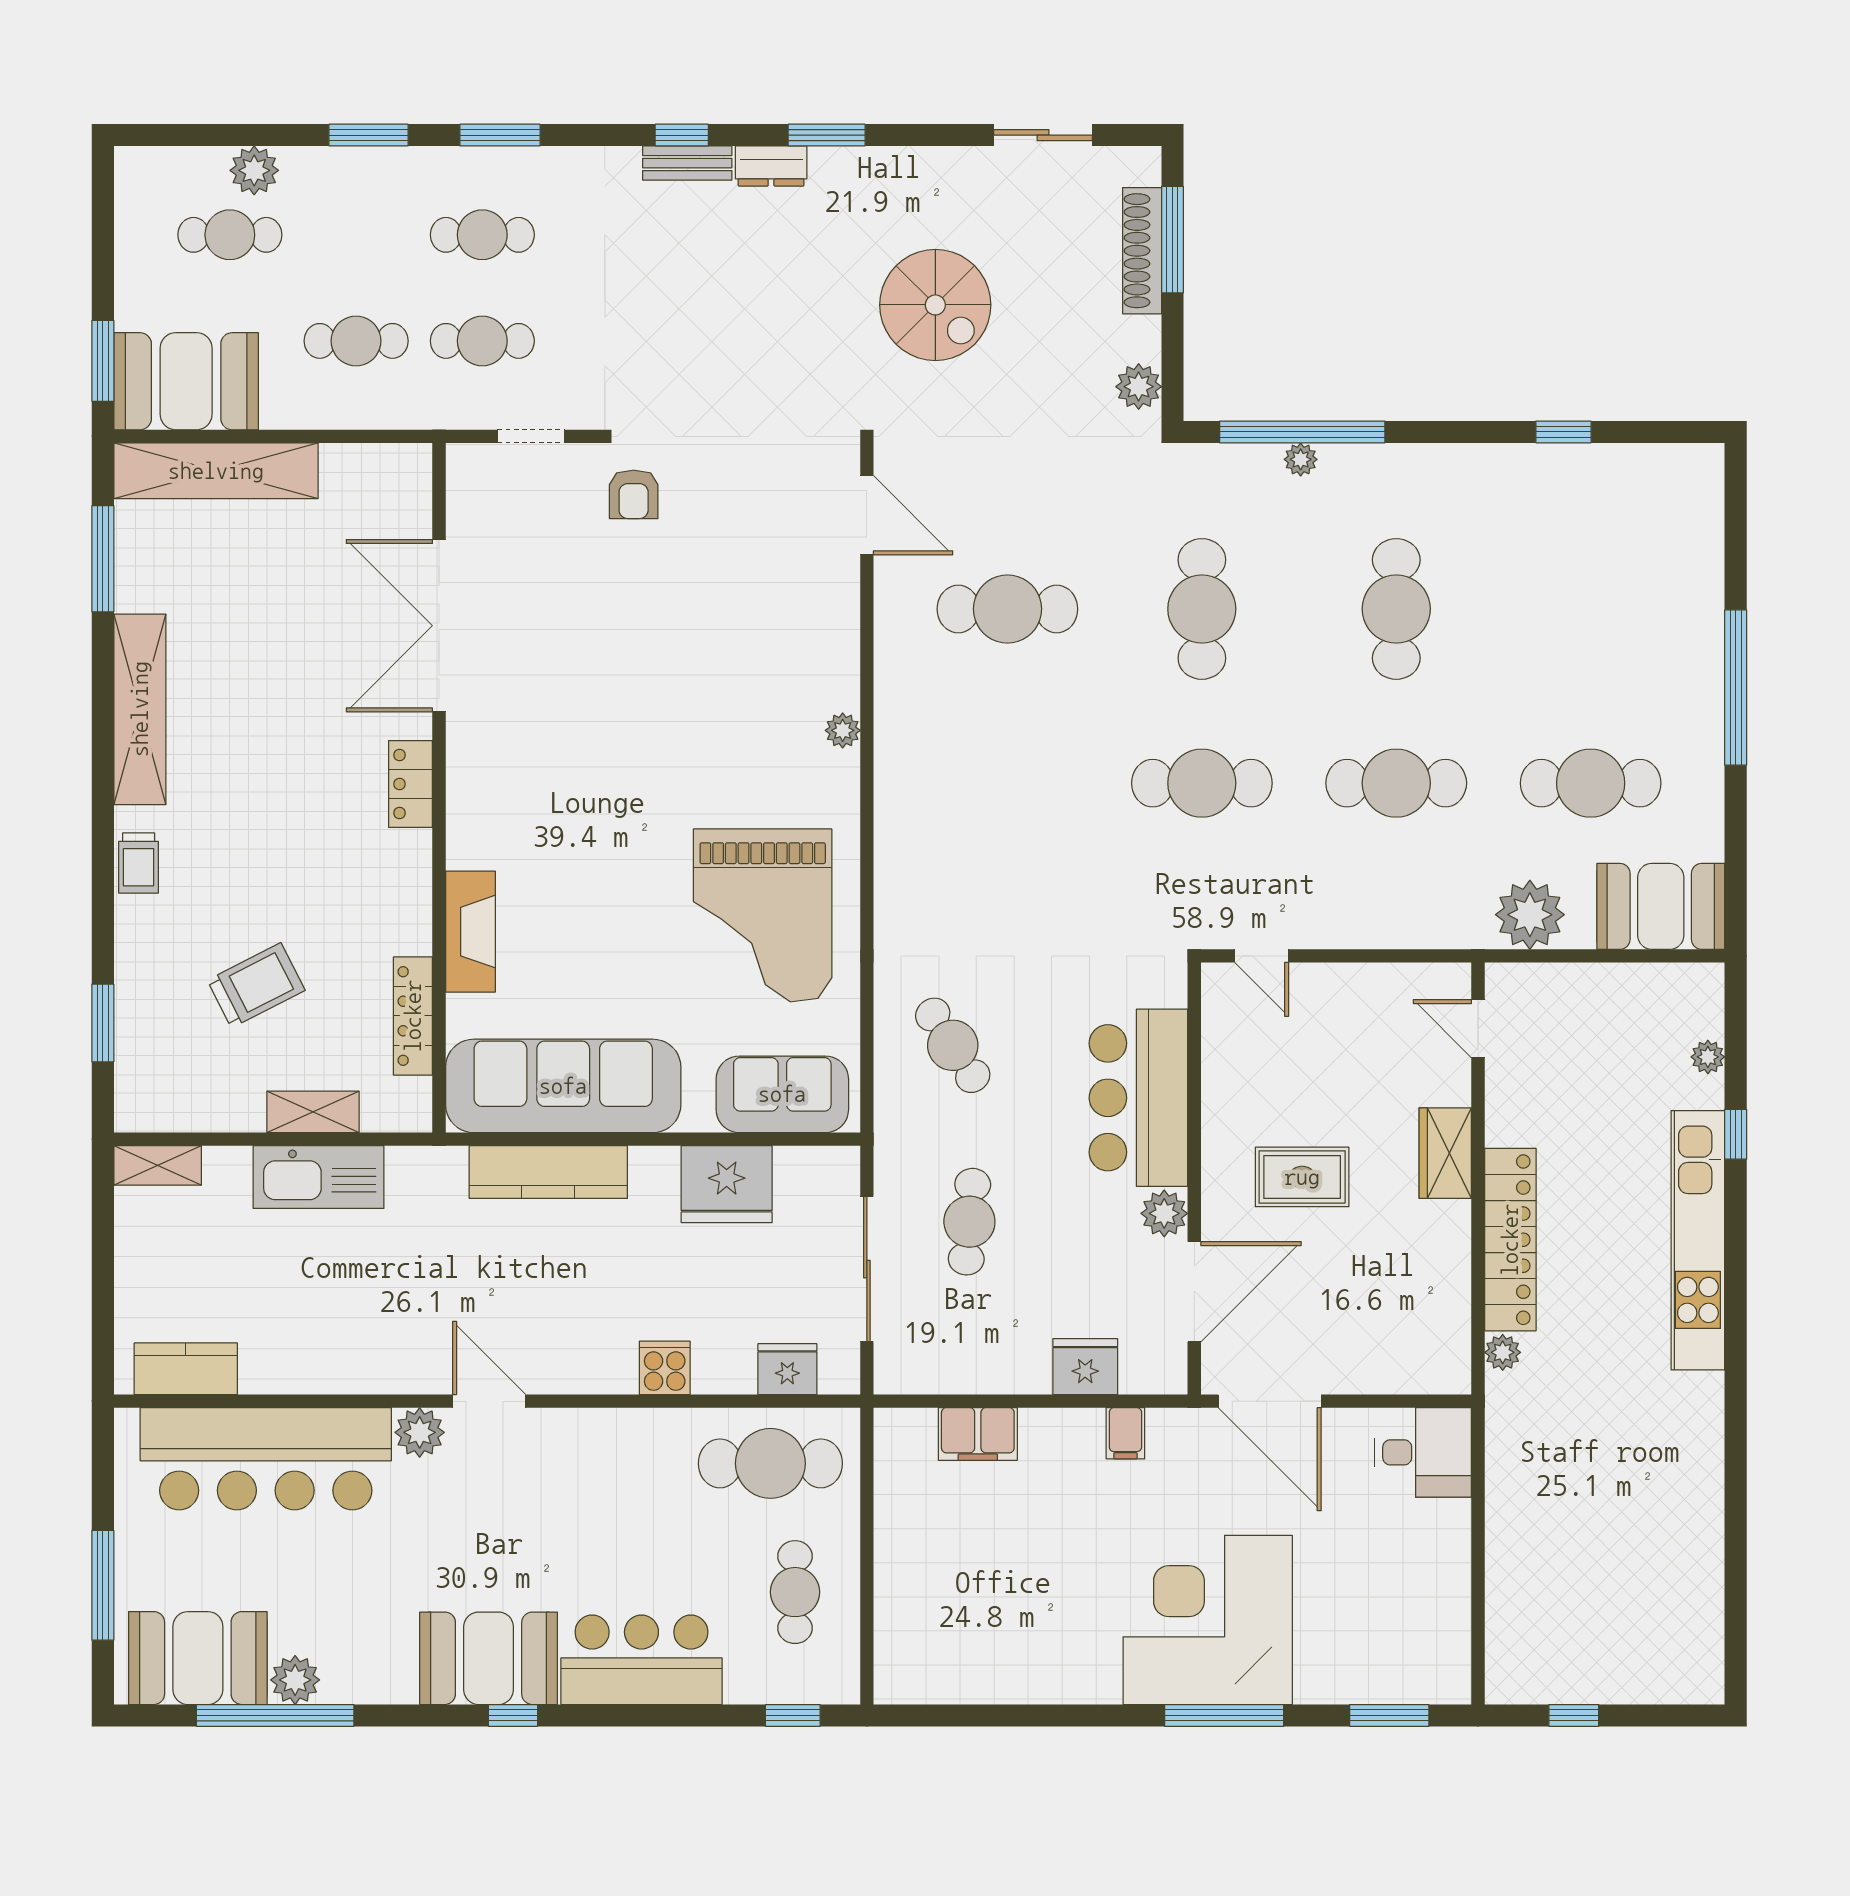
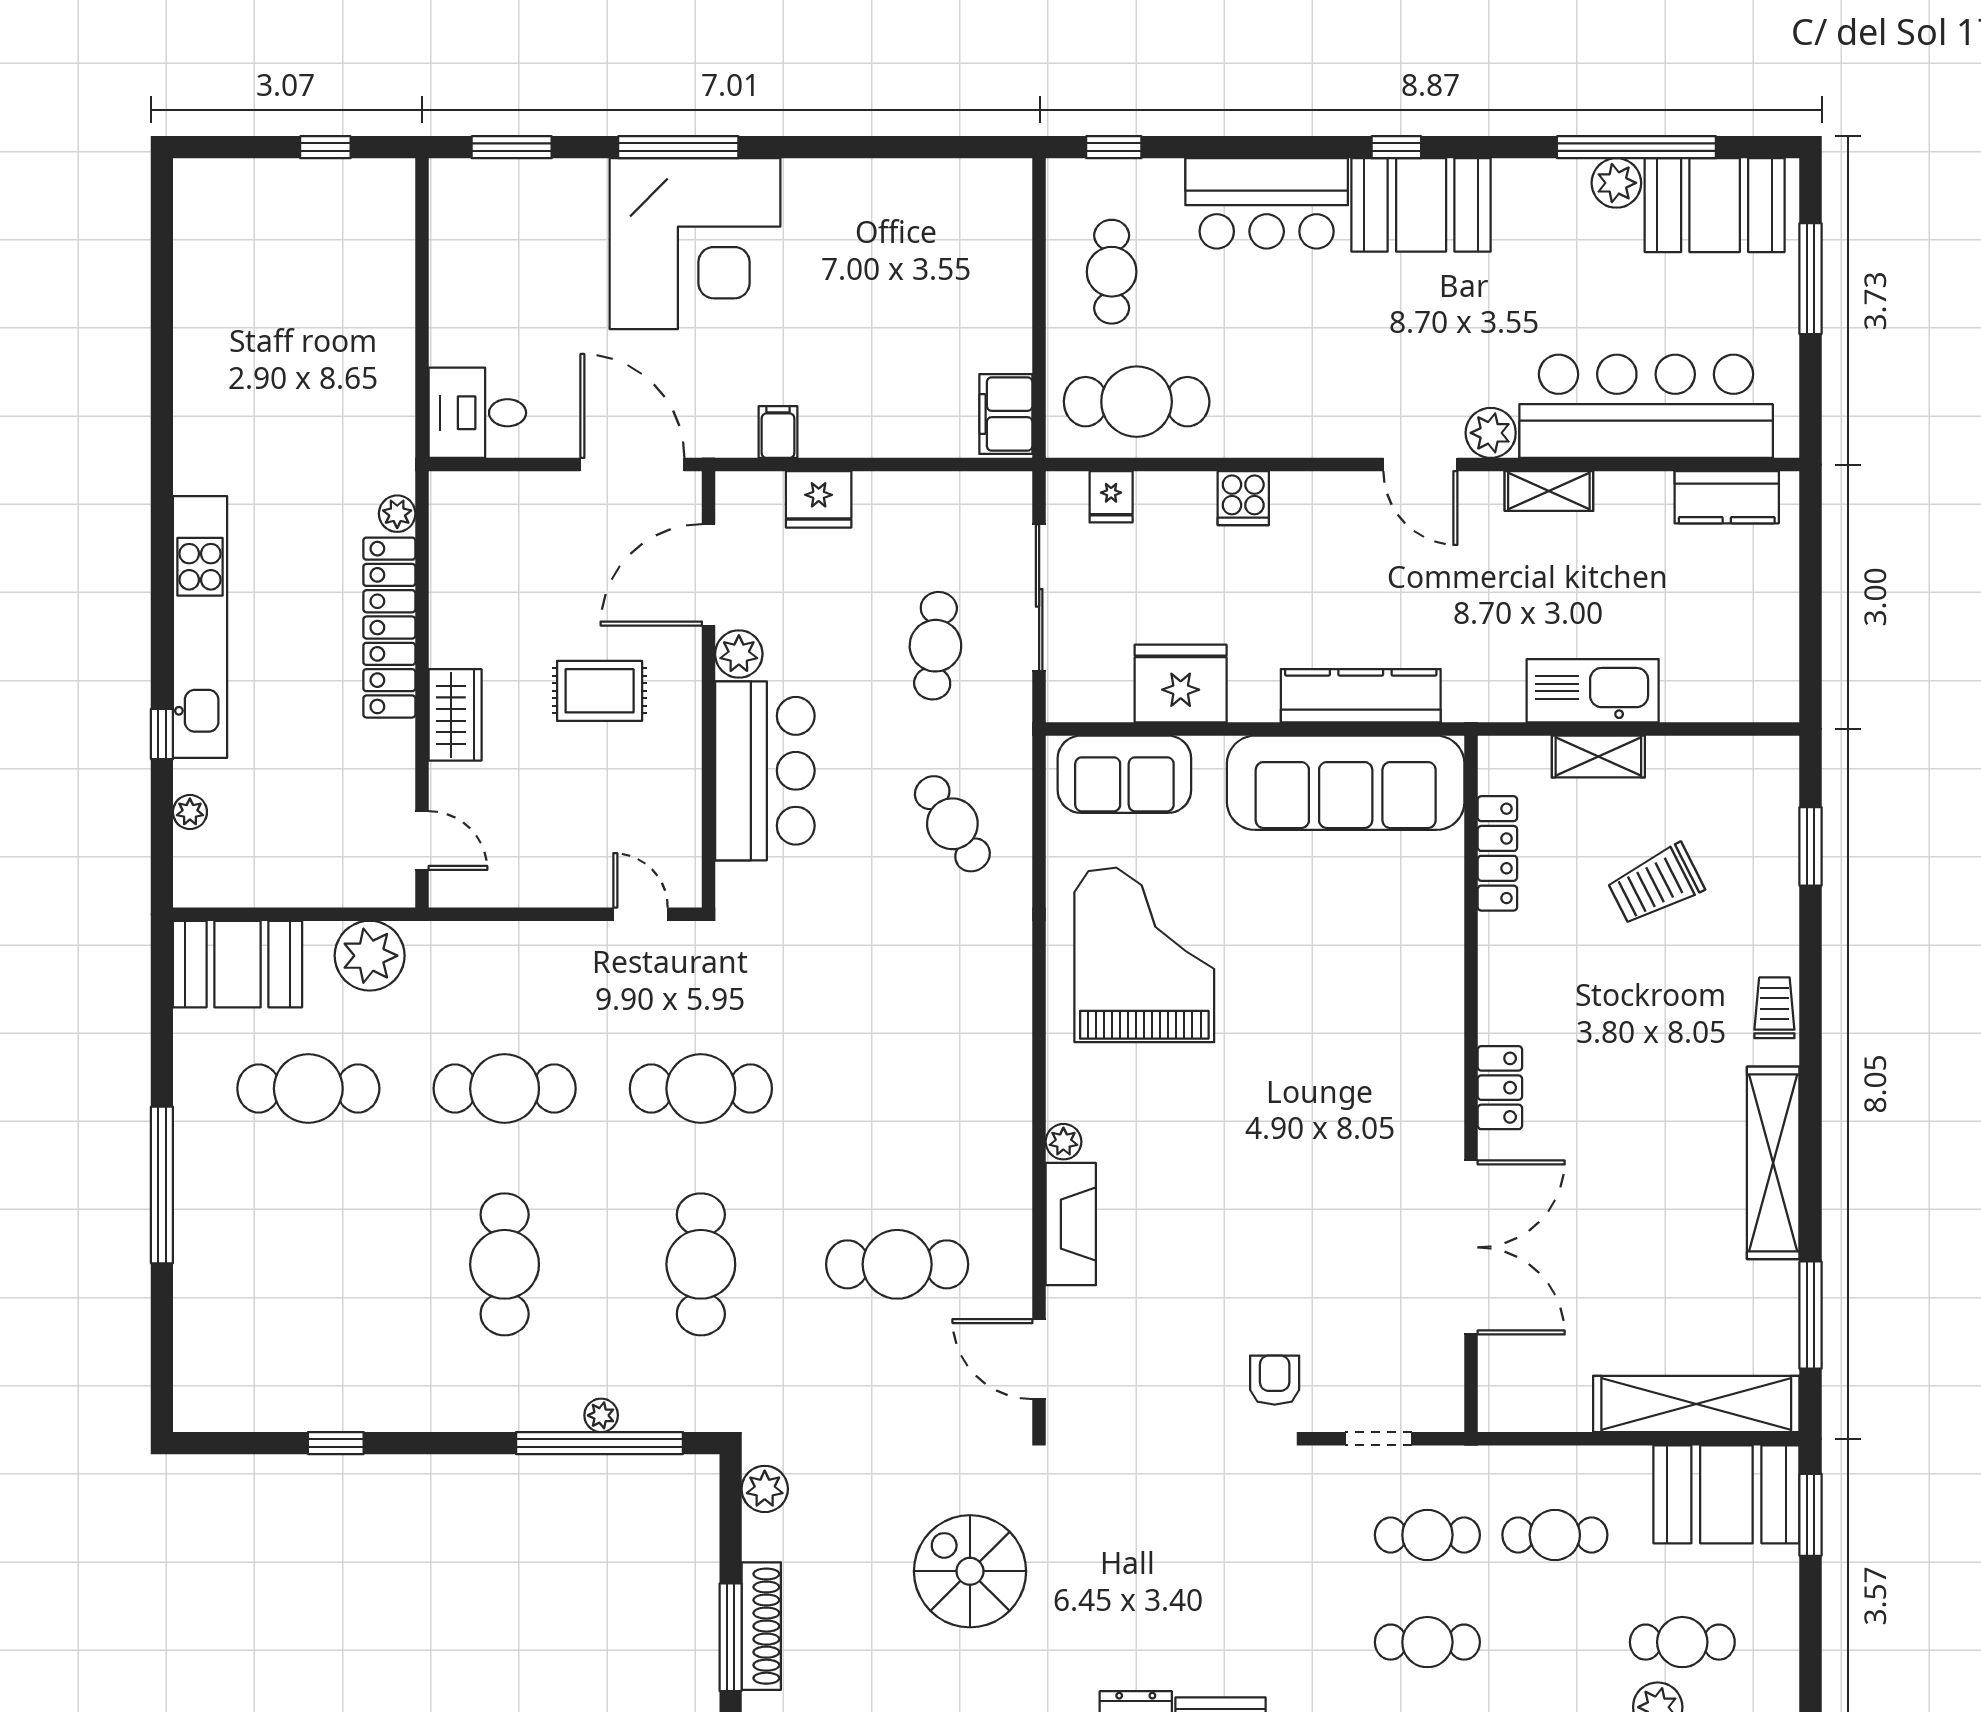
fireplace: (470, 932) -> (1071, 1224), moved, turned 180
shelving: (158, 1165) -> (1549, 491), moved
fridge: (787, 1369) -> (1111, 497), width x0.72
filing cabinet: (978, 1434) -> (1006, 414), moved, turned -90

